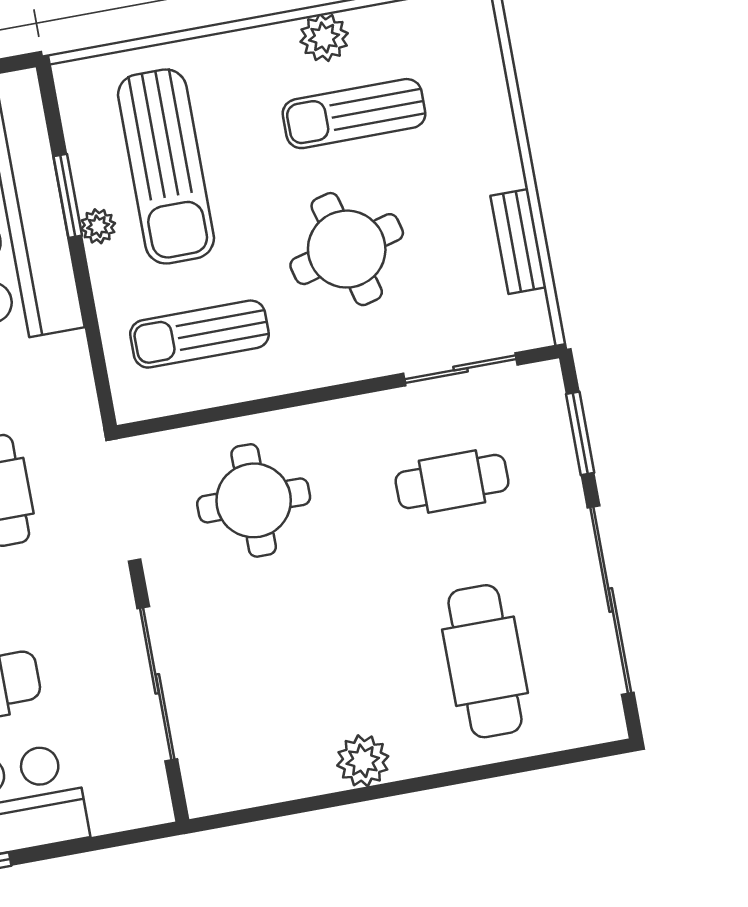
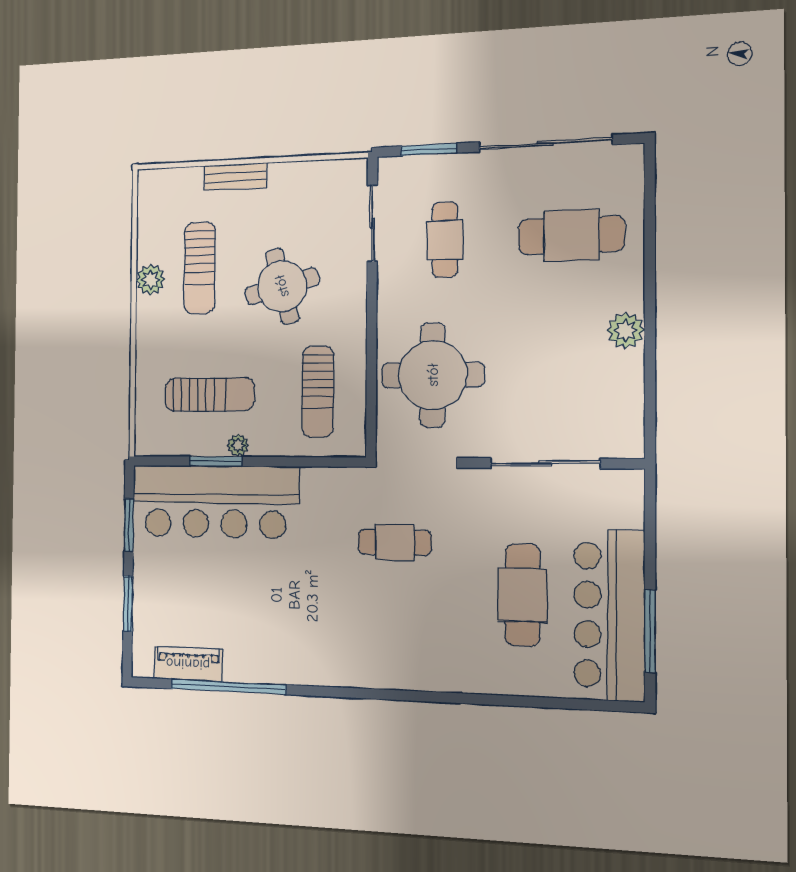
sun lounger: (166, 166) -> (210, 394), width x0.73, depth x0.75
bench: (518, 242) -> (235, 177), moved
round table: (254, 500) -> (433, 375), width x1.36, depth x1.36

